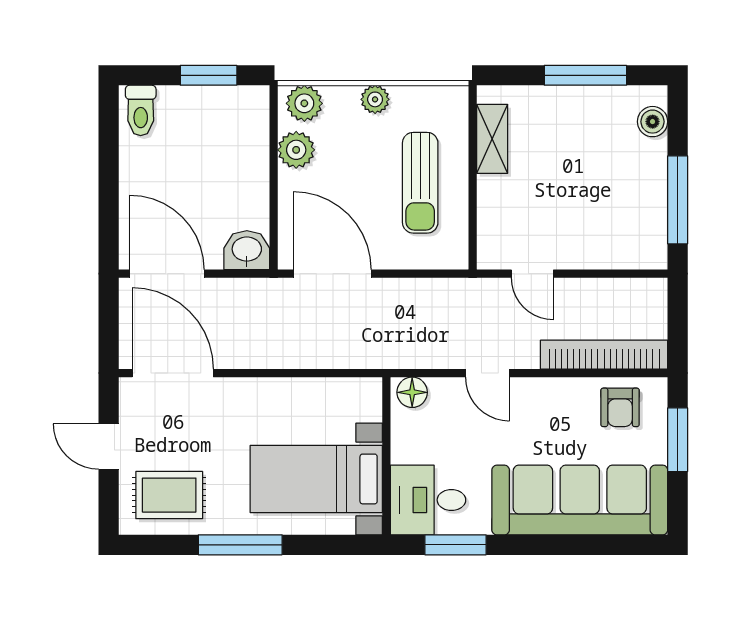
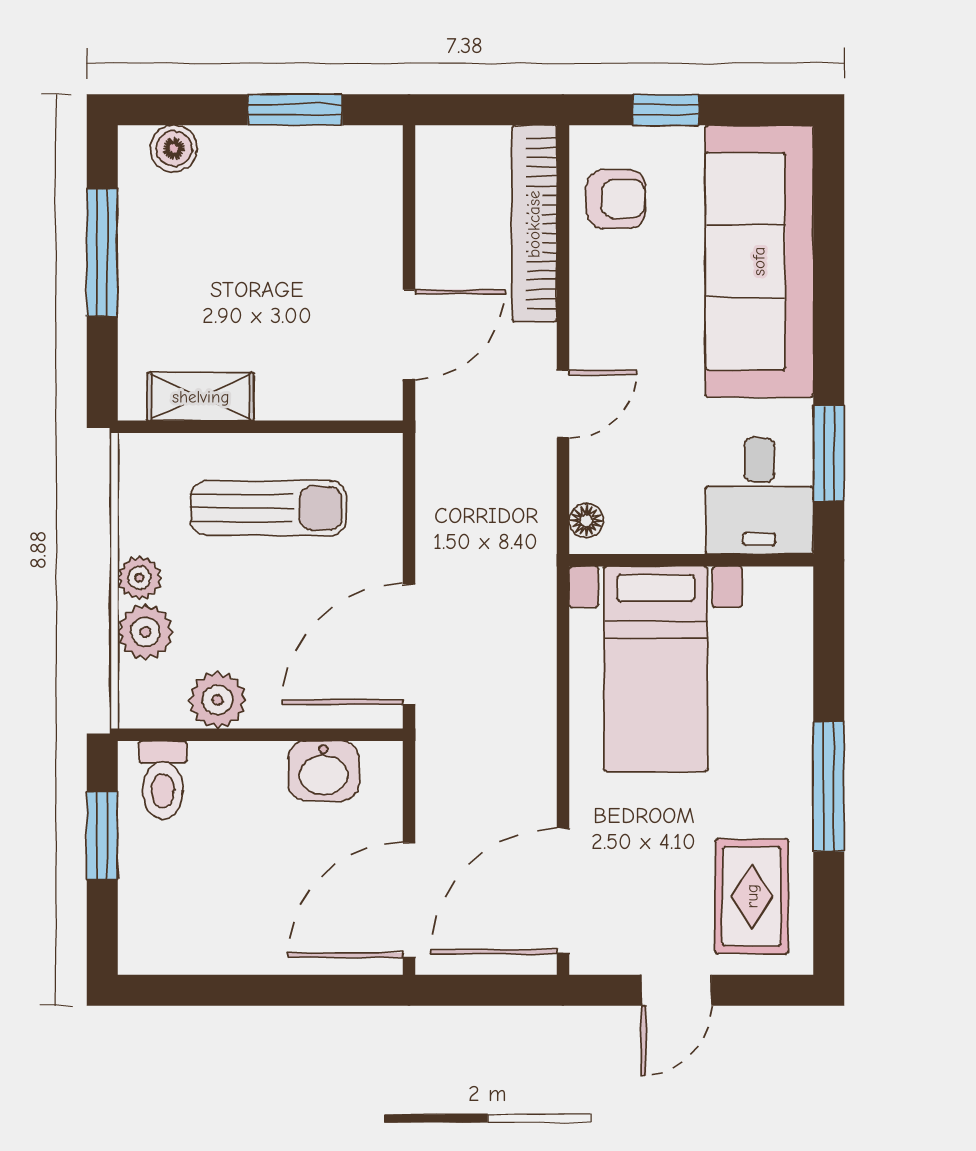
plant: (304, 103) -> (146, 632), moved
toilet: (141, 110) -> (163, 780), moved, turned 90
window: (678, 200) -> (295, 110), width x0.69
washbasin: (247, 250) -> (323, 771), moved, turned -90
door: (532, 274) -> (409, 334), width x1.38
floor lamp: (412, 392) -> (586, 520), width x0.73, depth x0.73
window: (678, 440) -> (666, 110), width x0.67
bed with nightstands: (316, 479) -> (656, 669), moved

